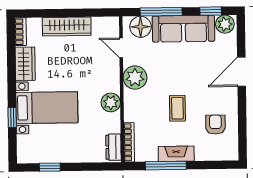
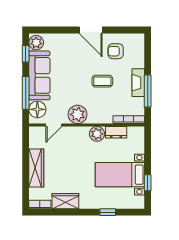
door: (241, 72) -> (91, 30), moved
bed with nightstands: (47, 108) -> (120, 175), moved, turned -90
dresser: (113, 147) -> (116, 132), moved

